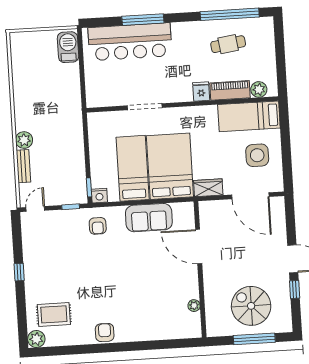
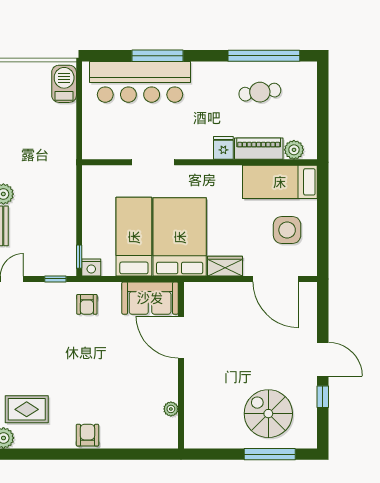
door: (199, 246) -> (181, 337), moved
wall: (200, 269) -> (181, 365), moved
plant: (194, 306) -> (171, 409), moved

